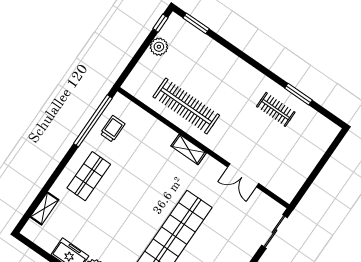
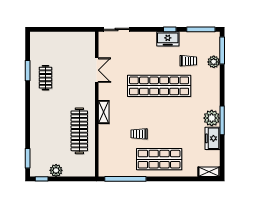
trolley: (113, 129) -> (139, 134), moved
shop shelf: (89, 176) -> (159, 159), width x1.43, depth x1.36
shelving: (44, 208) -> (209, 172), moved

